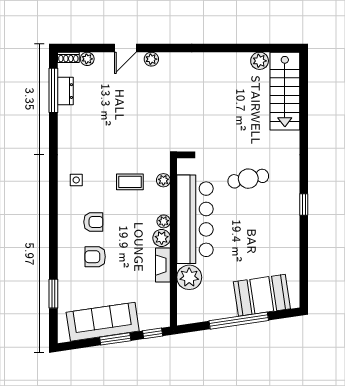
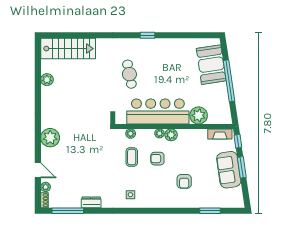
door: (125, 48) -> (38, 170), moved
plant: (151, 59) -> (50, 138), width x1.87, depth x1.87
plant: (260, 61) -> (47, 80), moved
dresser: (65, 91) -> (91, 202), moved
armchair: (93, 222) -> (157, 159), moved, turned -90
fireplace: (163, 265) -> (220, 134), moved
sofa: (103, 322) -> (229, 170), width x0.73

